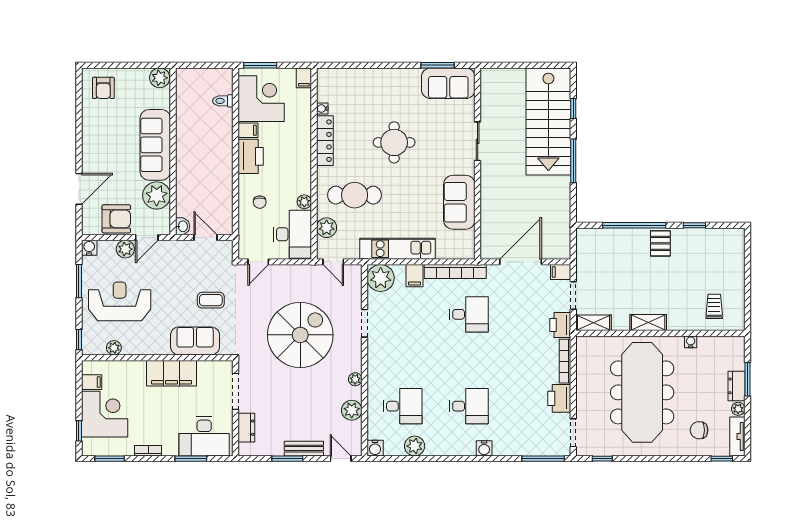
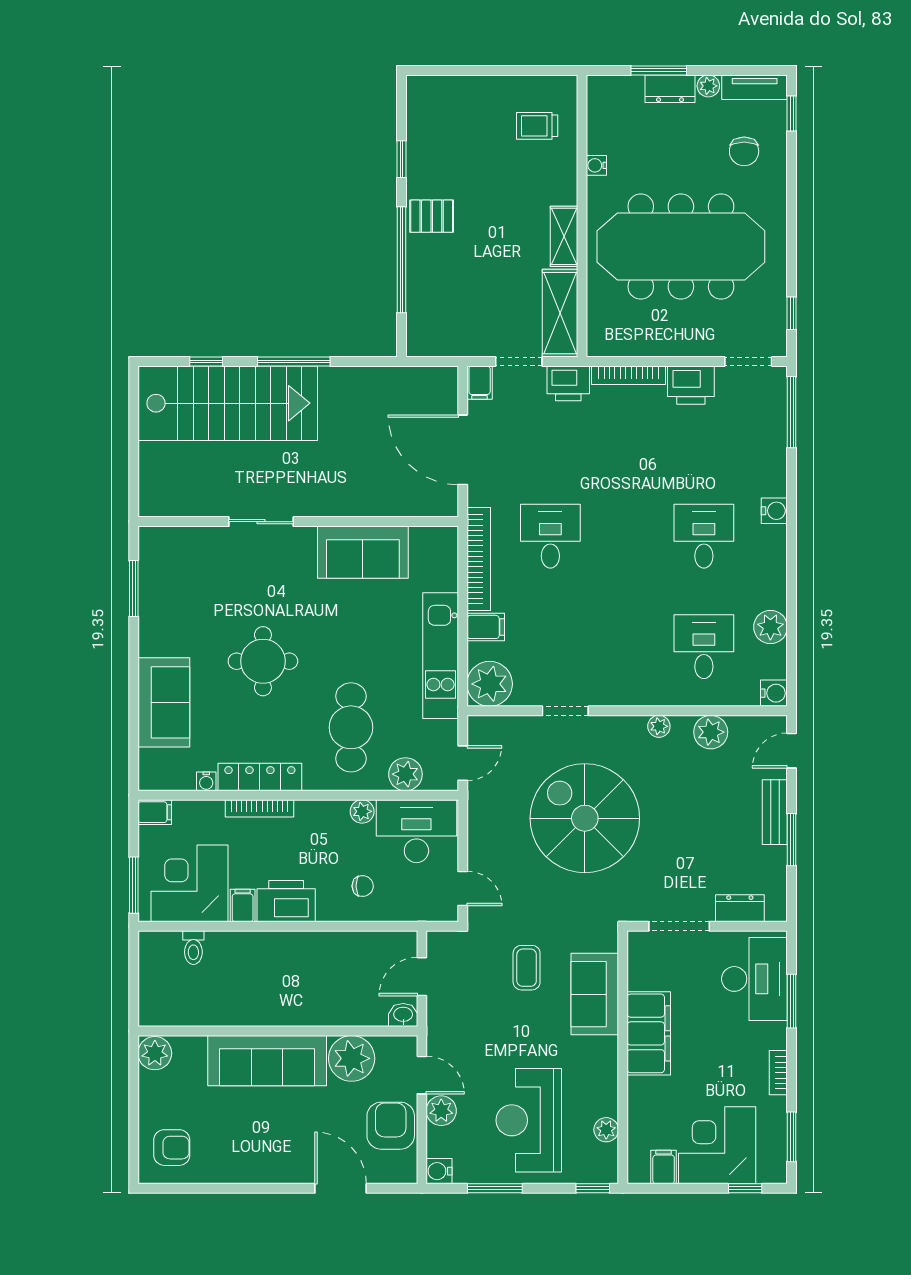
sofa: (448, 83) -> (164, 702), moved
bookcase: (306, 140) -> (260, 808), added
shelving: (594, 323) -> (560, 313), width x1.50, depth x1.33

